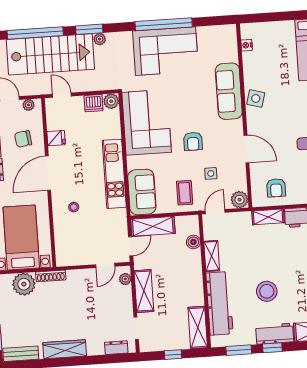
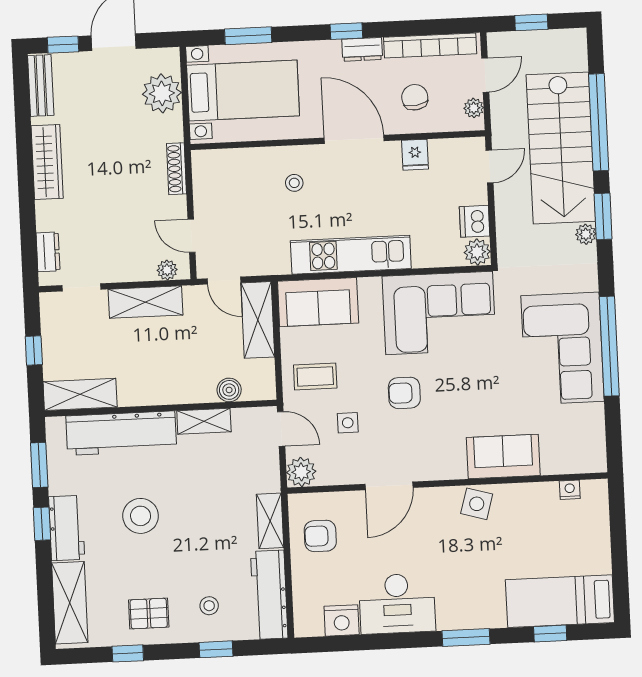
sofa: (229, 91) -> (503, 457), width x0.73
shoe rack: (51, 276) -> (176, 169), moved

